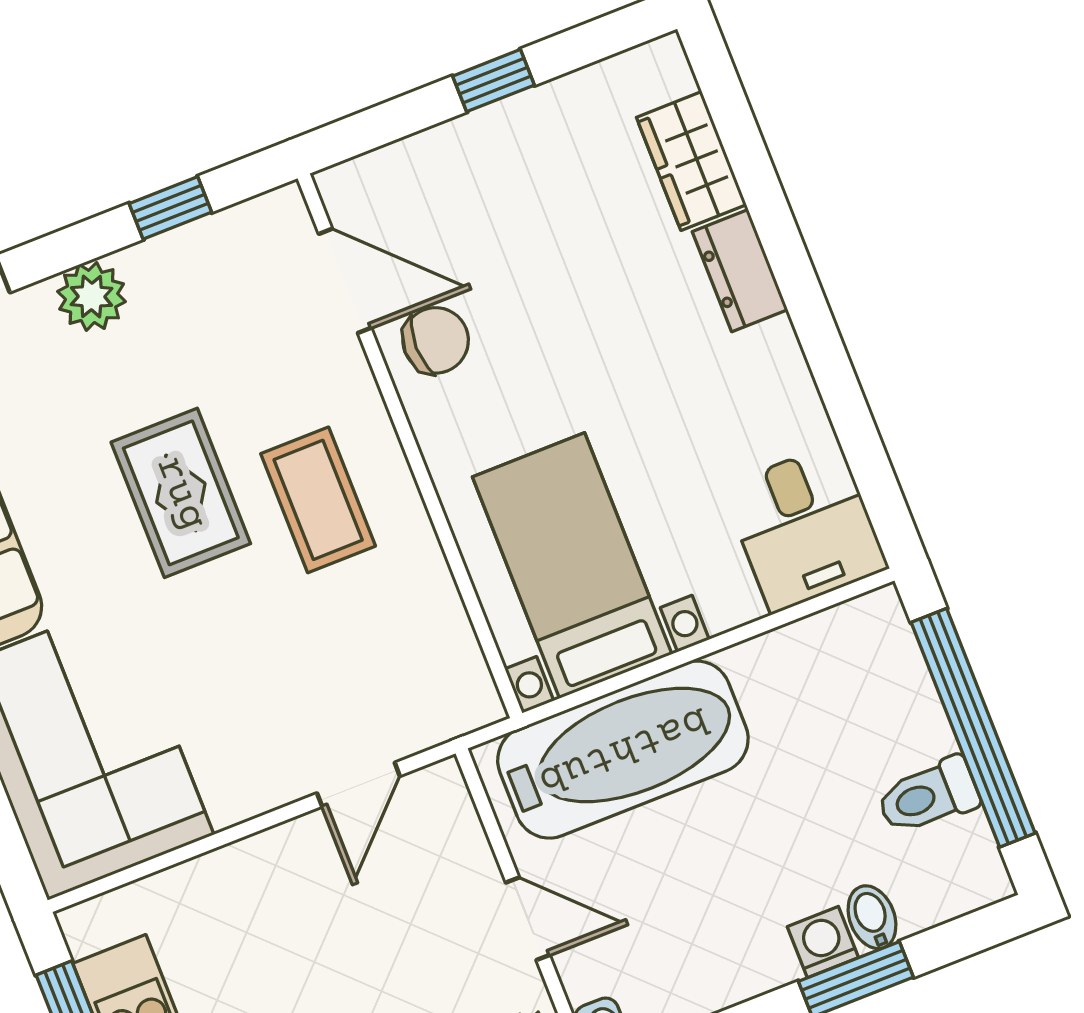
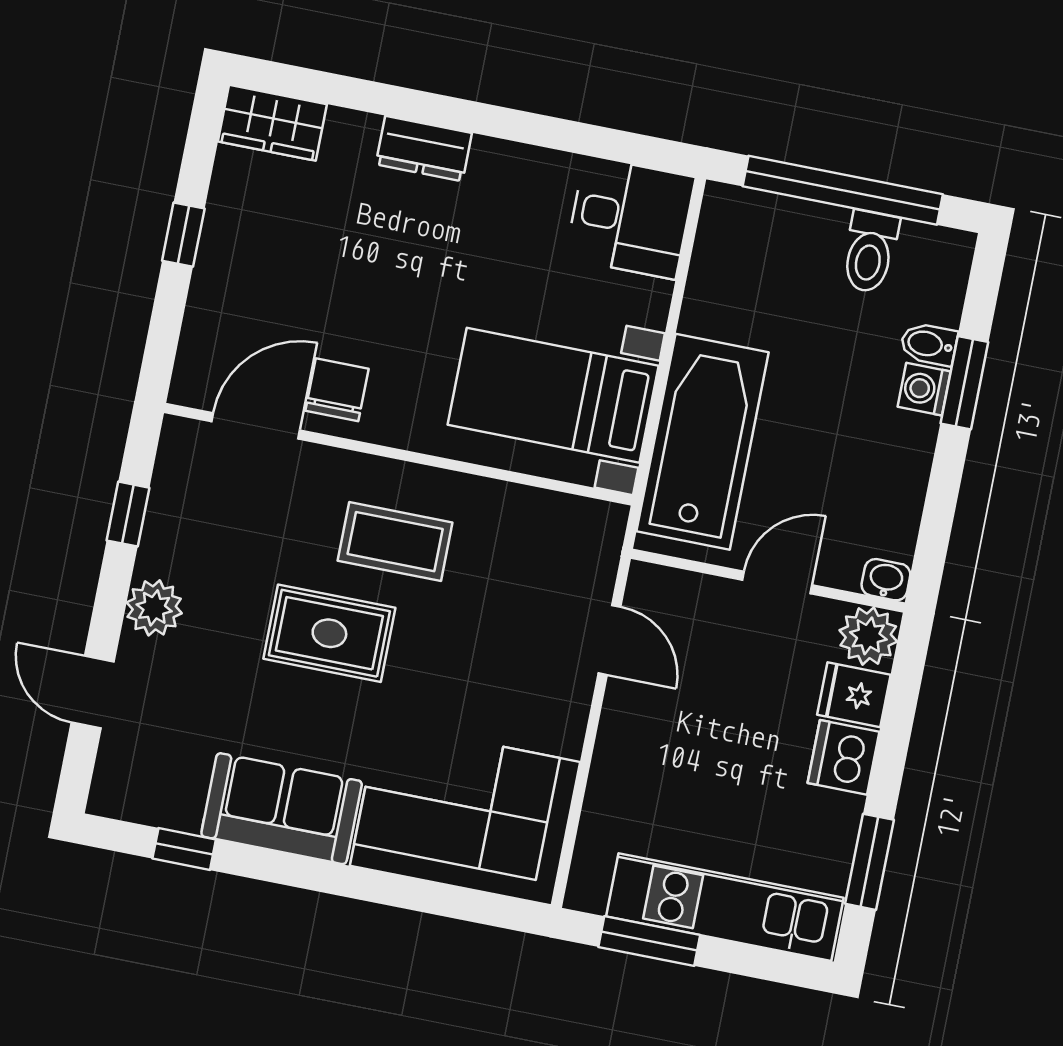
wardrobe: (691, 161) -> (272, 123), moved

